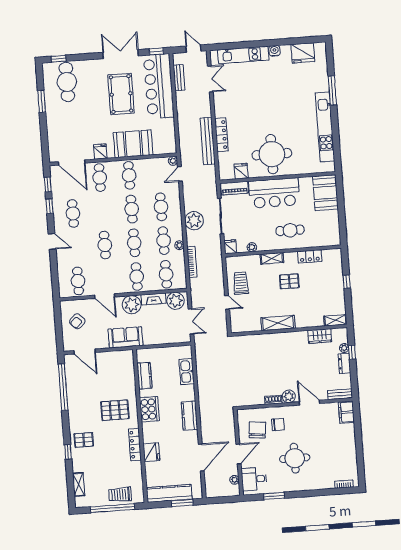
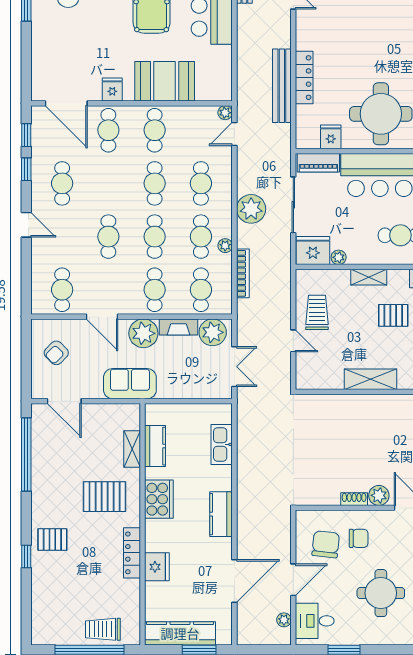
fridge: (230, 247) -> (313, 251), width x1.88, depth x1.34
shelving: (79, 484) -> (132, 449), moved

